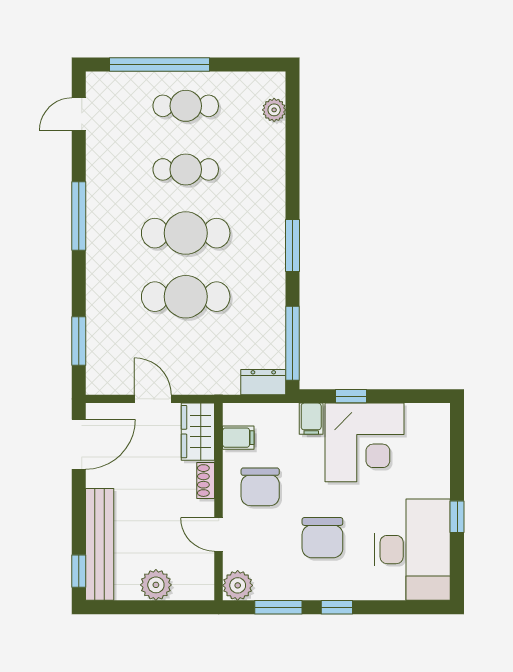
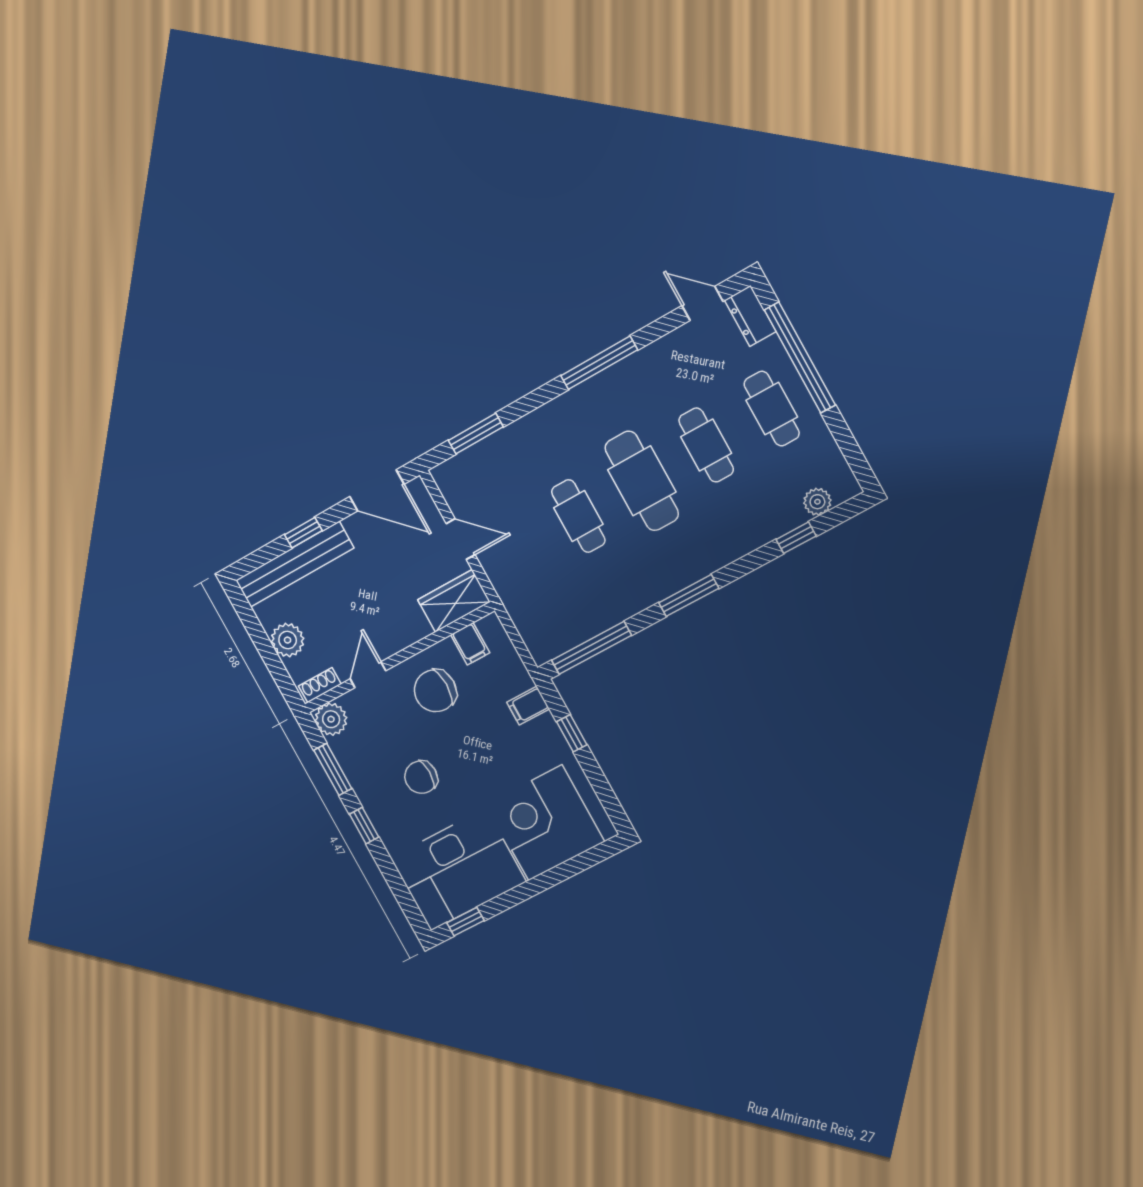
window: (293, 140) -> (796, 538), added
cafe table: (186, 297) -> (578, 516), width x0.73, depth x0.74
dresser: (263, 382) -> (750, 316), moved, turned 180
door: (153, 399) -> (461, 539), hinge flipped
corner desk: (365, 442) -> (545, 823), moved, turned 90
shoe rack: (206, 481) -> (320, 685), moved
window: (457, 517) -> (465, 922), moved
chair: (322, 538) -> (421, 777), width x0.73, depth x0.73
window: (79, 571) -> (303, 533), moved

